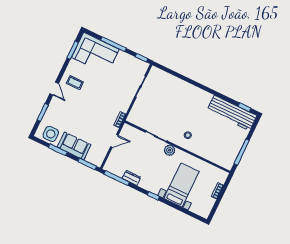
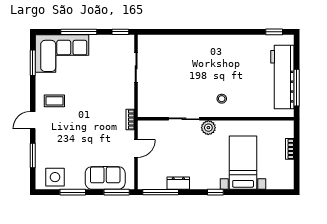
door: (54, 89) -> (33, 120), swing flipped
workbench: (232, 113) -> (282, 77), moved, turned 90
sofa: (74, 146) -> (105, 178), moved

